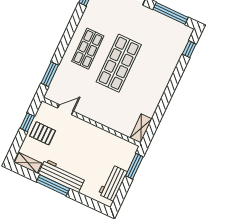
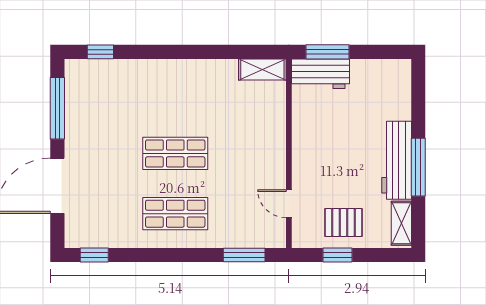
shop shelf: (119, 63) -> (175, 153), width x0.70, depth x0.74
pallet: (43, 133) -> (344, 223), turned 90
workbench: (113, 183) -> (321, 74), moved

